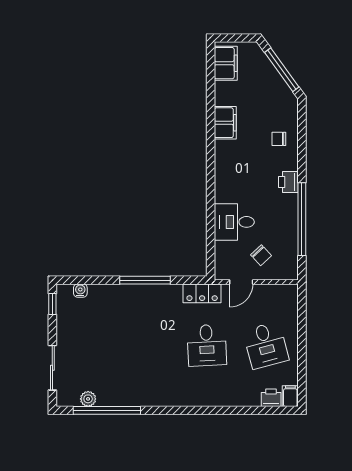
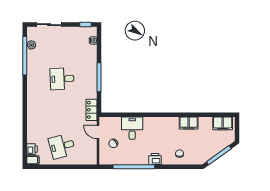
desk: (207, 345) -> (62, 79), moved

